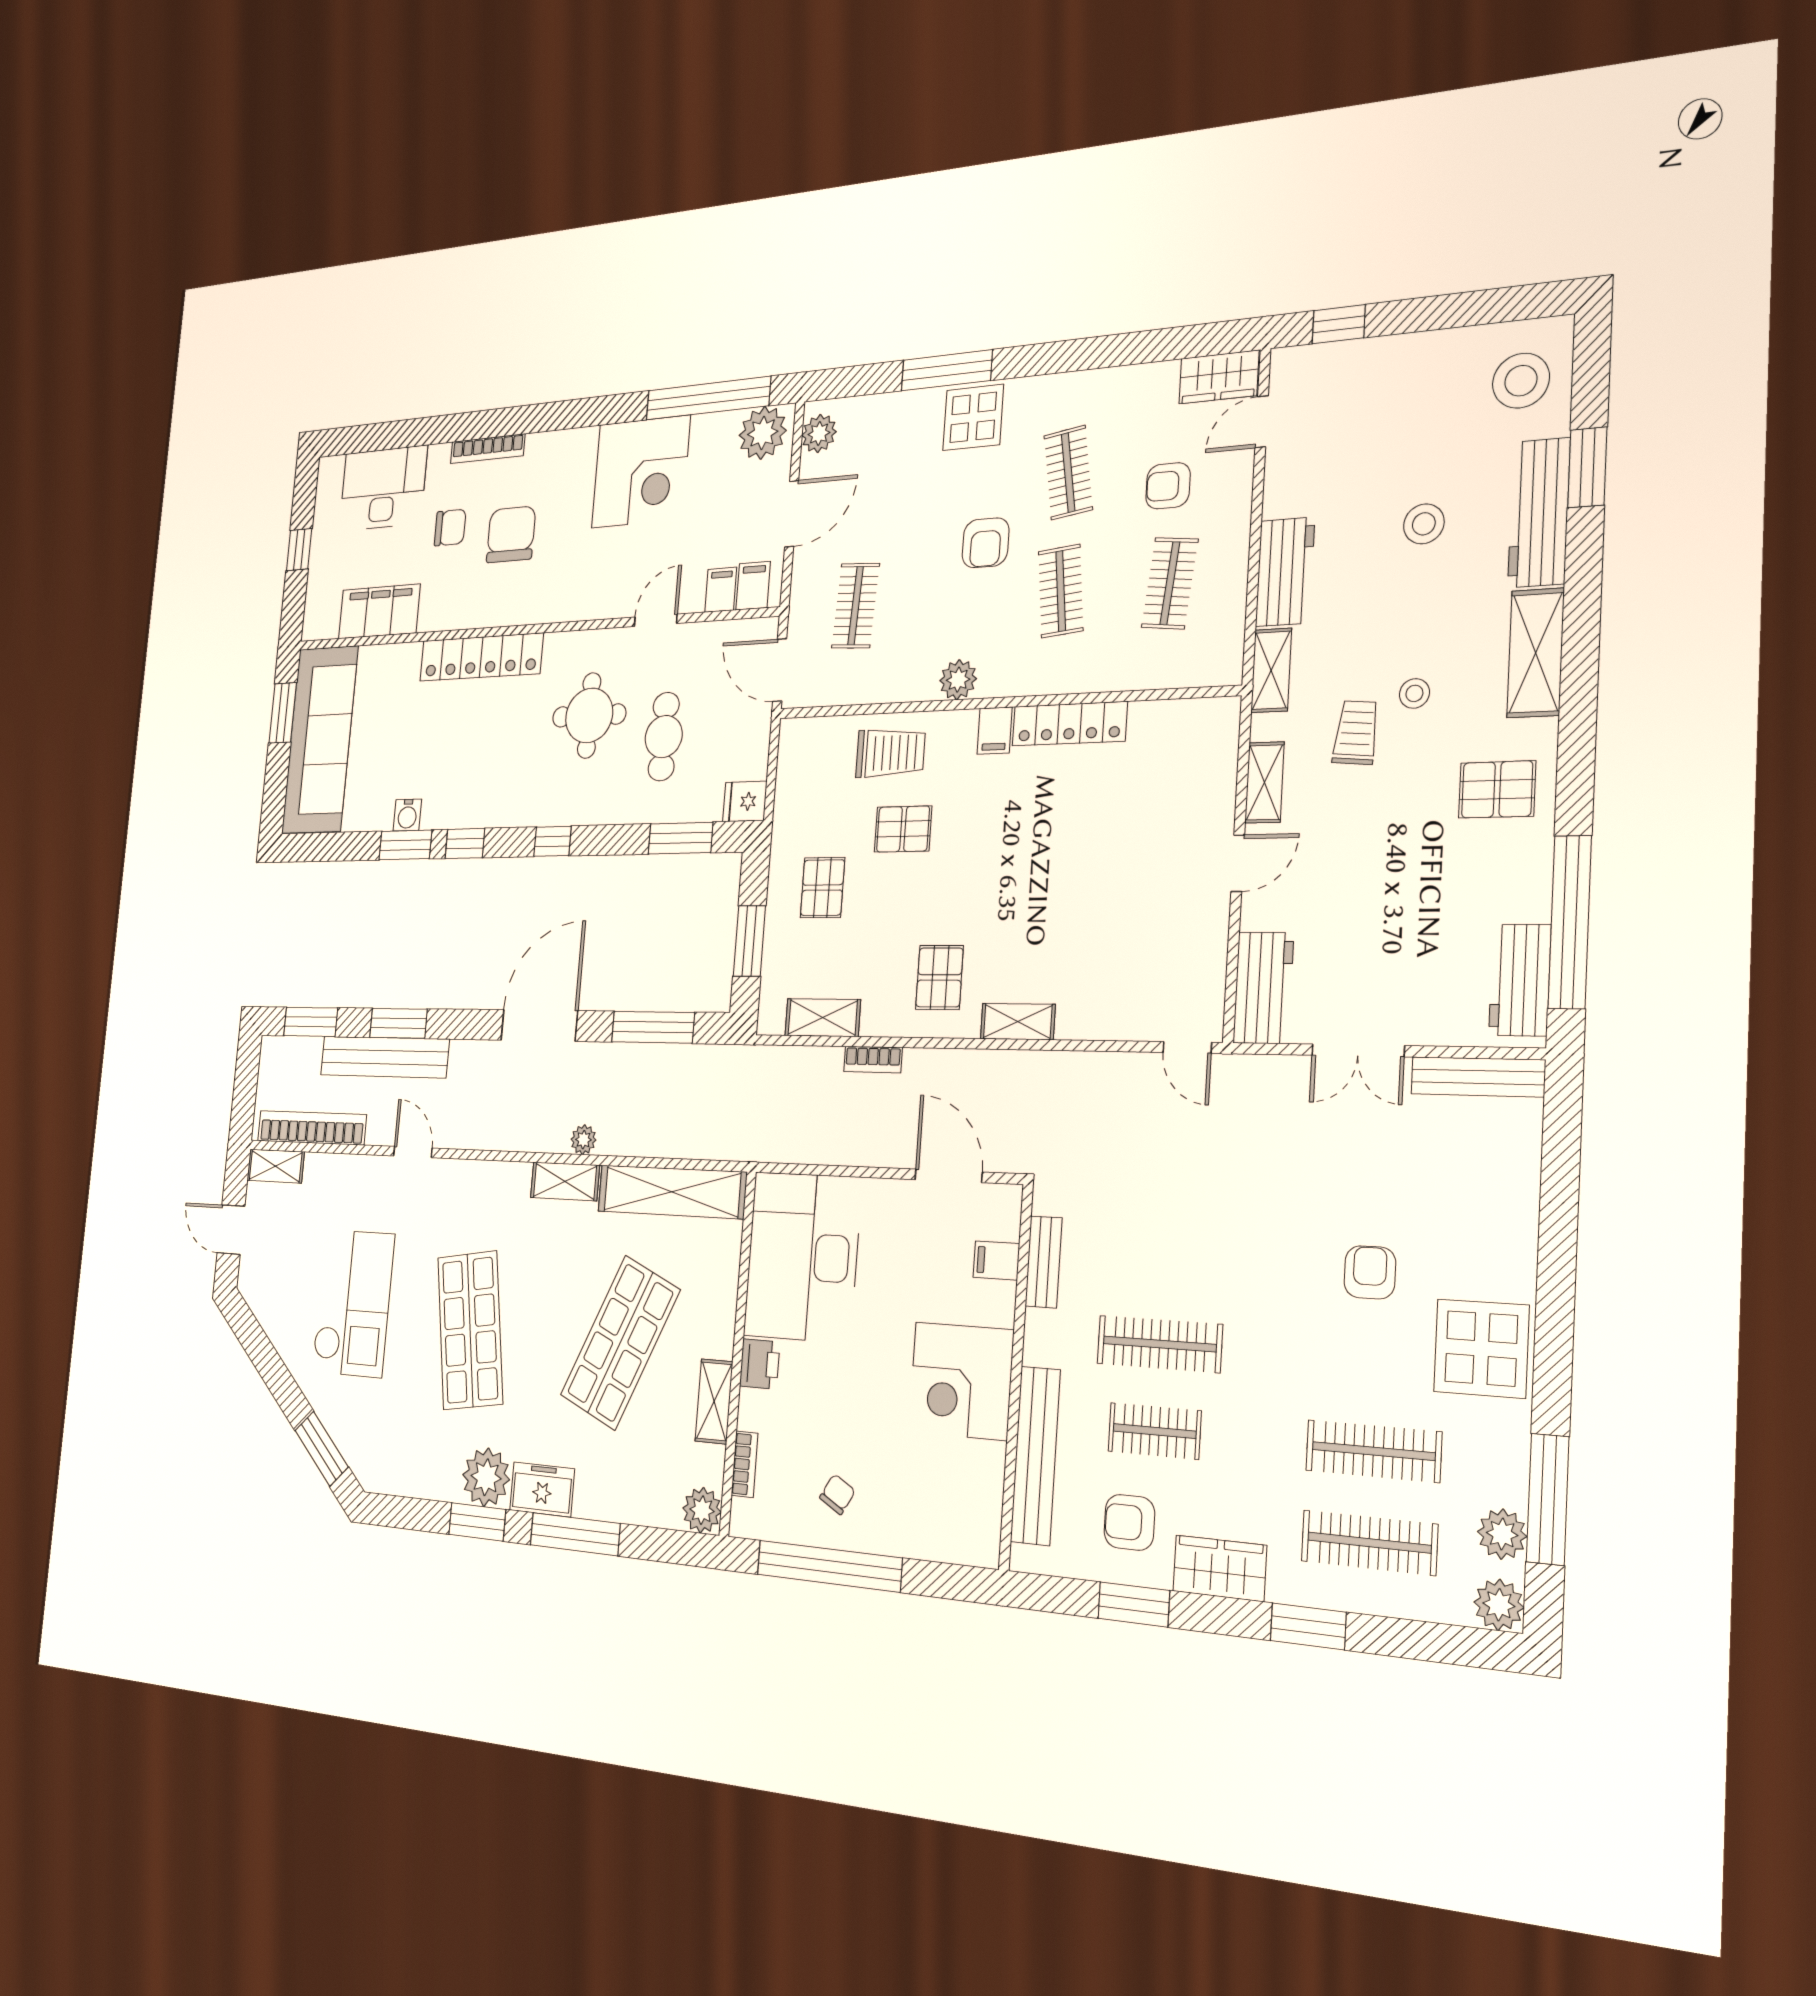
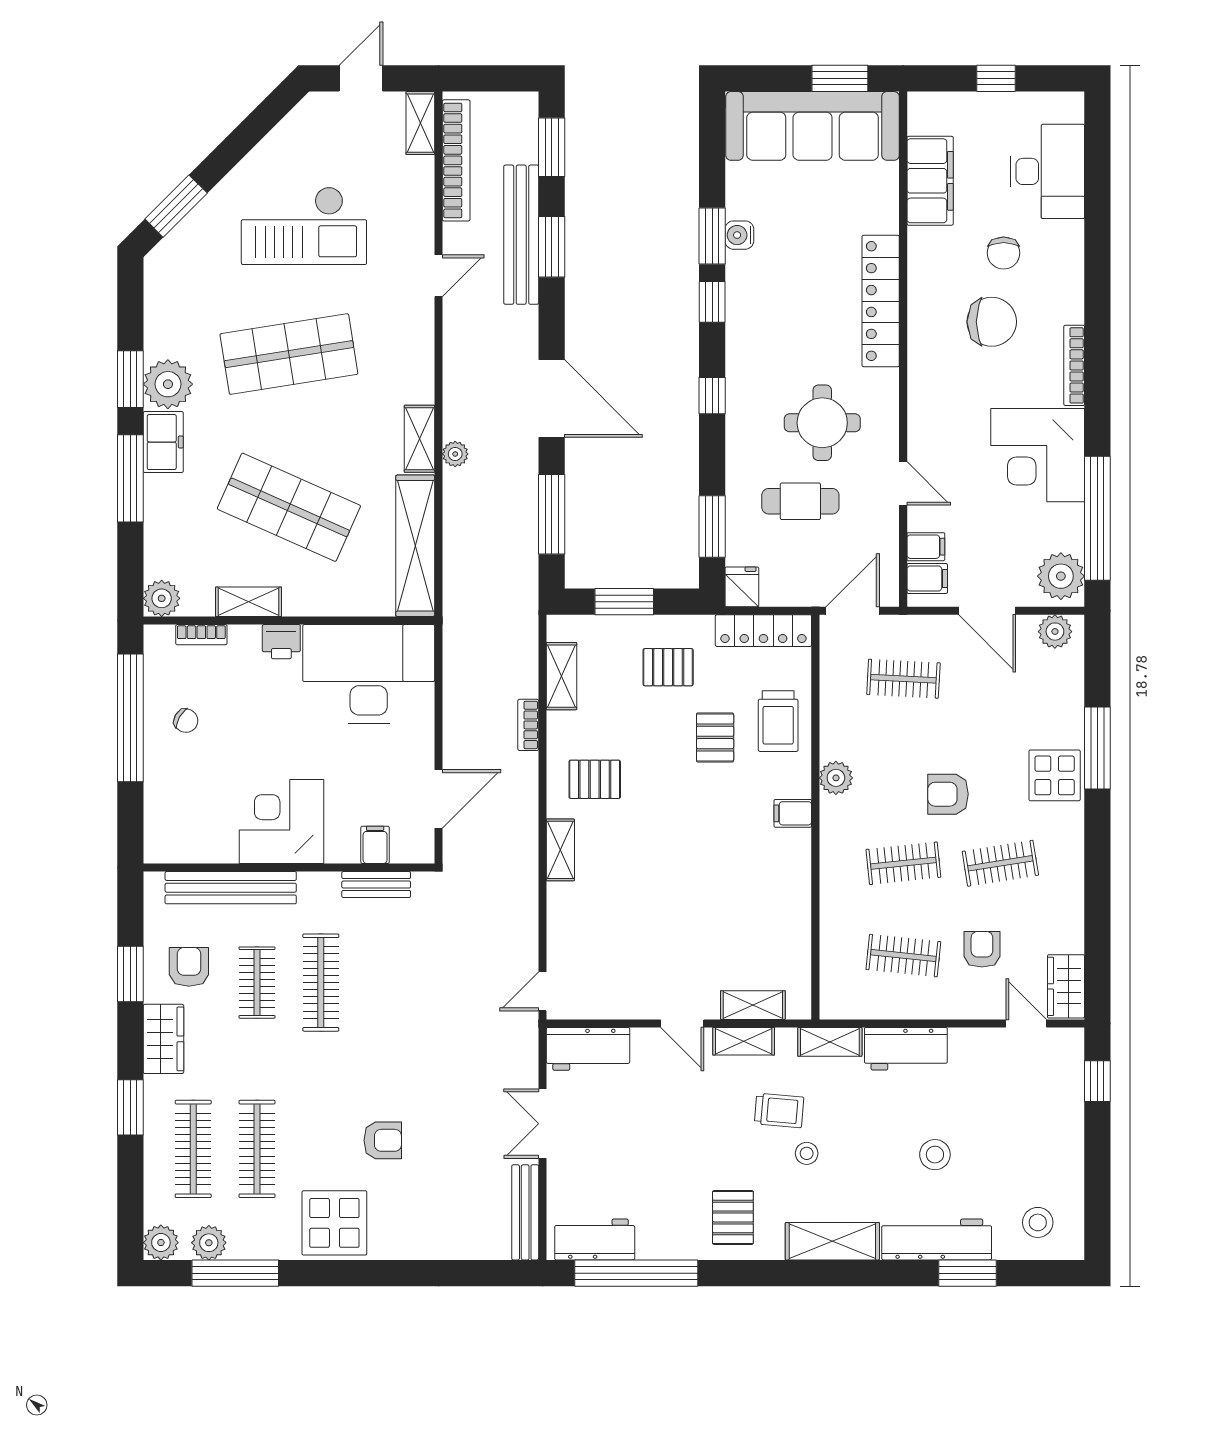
stool: (1521, 381) -> (1038, 1222), width x0.73, depth x0.73
bookcase: (488, 449) -> (1074, 365), moved
locker: (1069, 724) -> (763, 631), moved, turned -90
shelving: (1220, 772) -> (753, 1005), added

